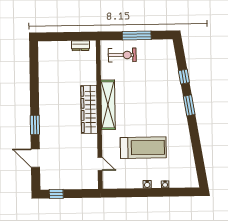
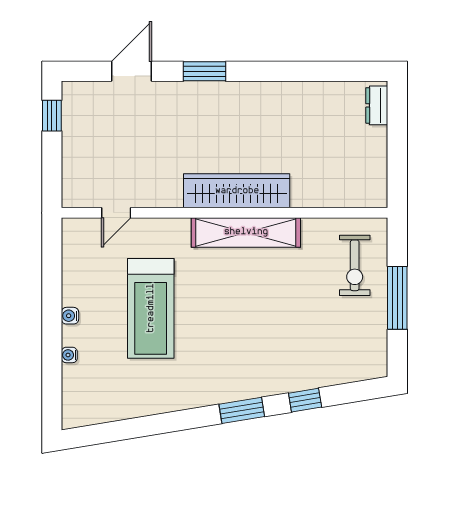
dresser: (81, 46) -> (377, 105), moved

